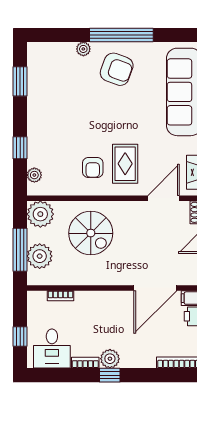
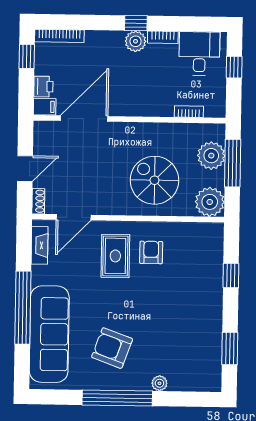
armchair: (117, 69) -> (112, 348), moved
plant: (34, 175) -> (216, 245), removed

